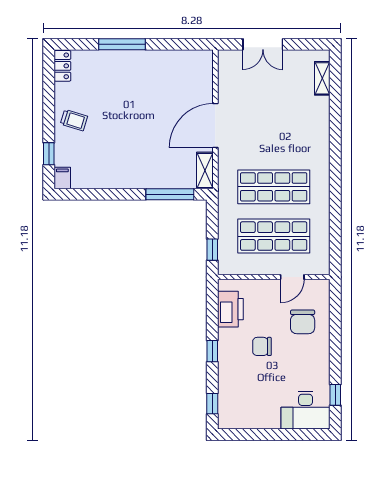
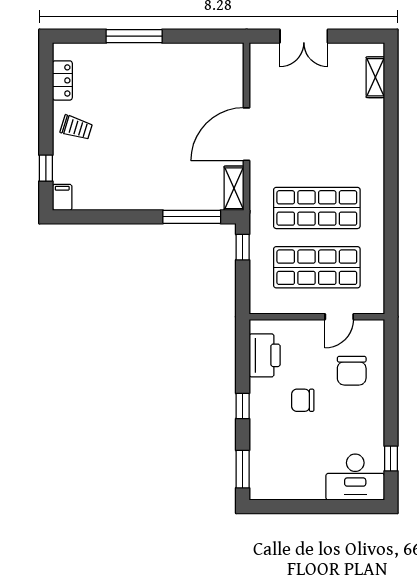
locker: (62, 66) -> (62, 80), moved
window: (212, 250) -> (243, 247), moved
window: (212, 404) -> (243, 469), width x1.50

